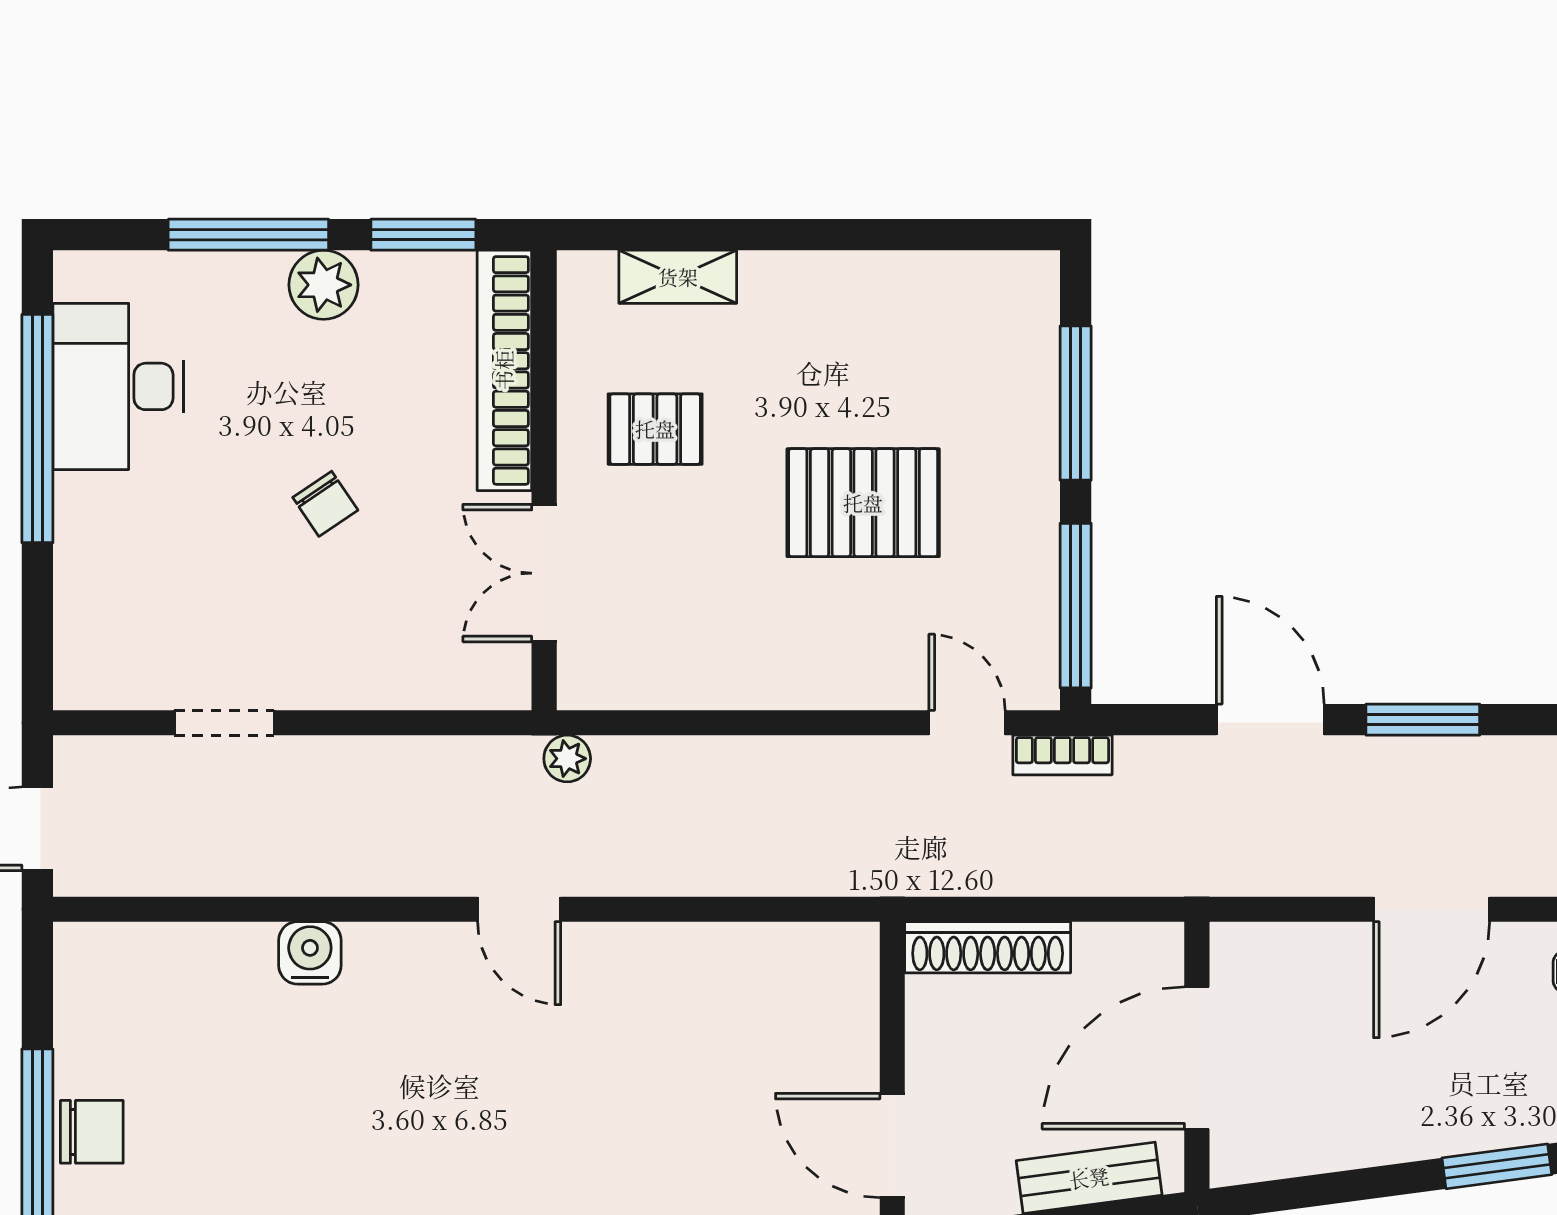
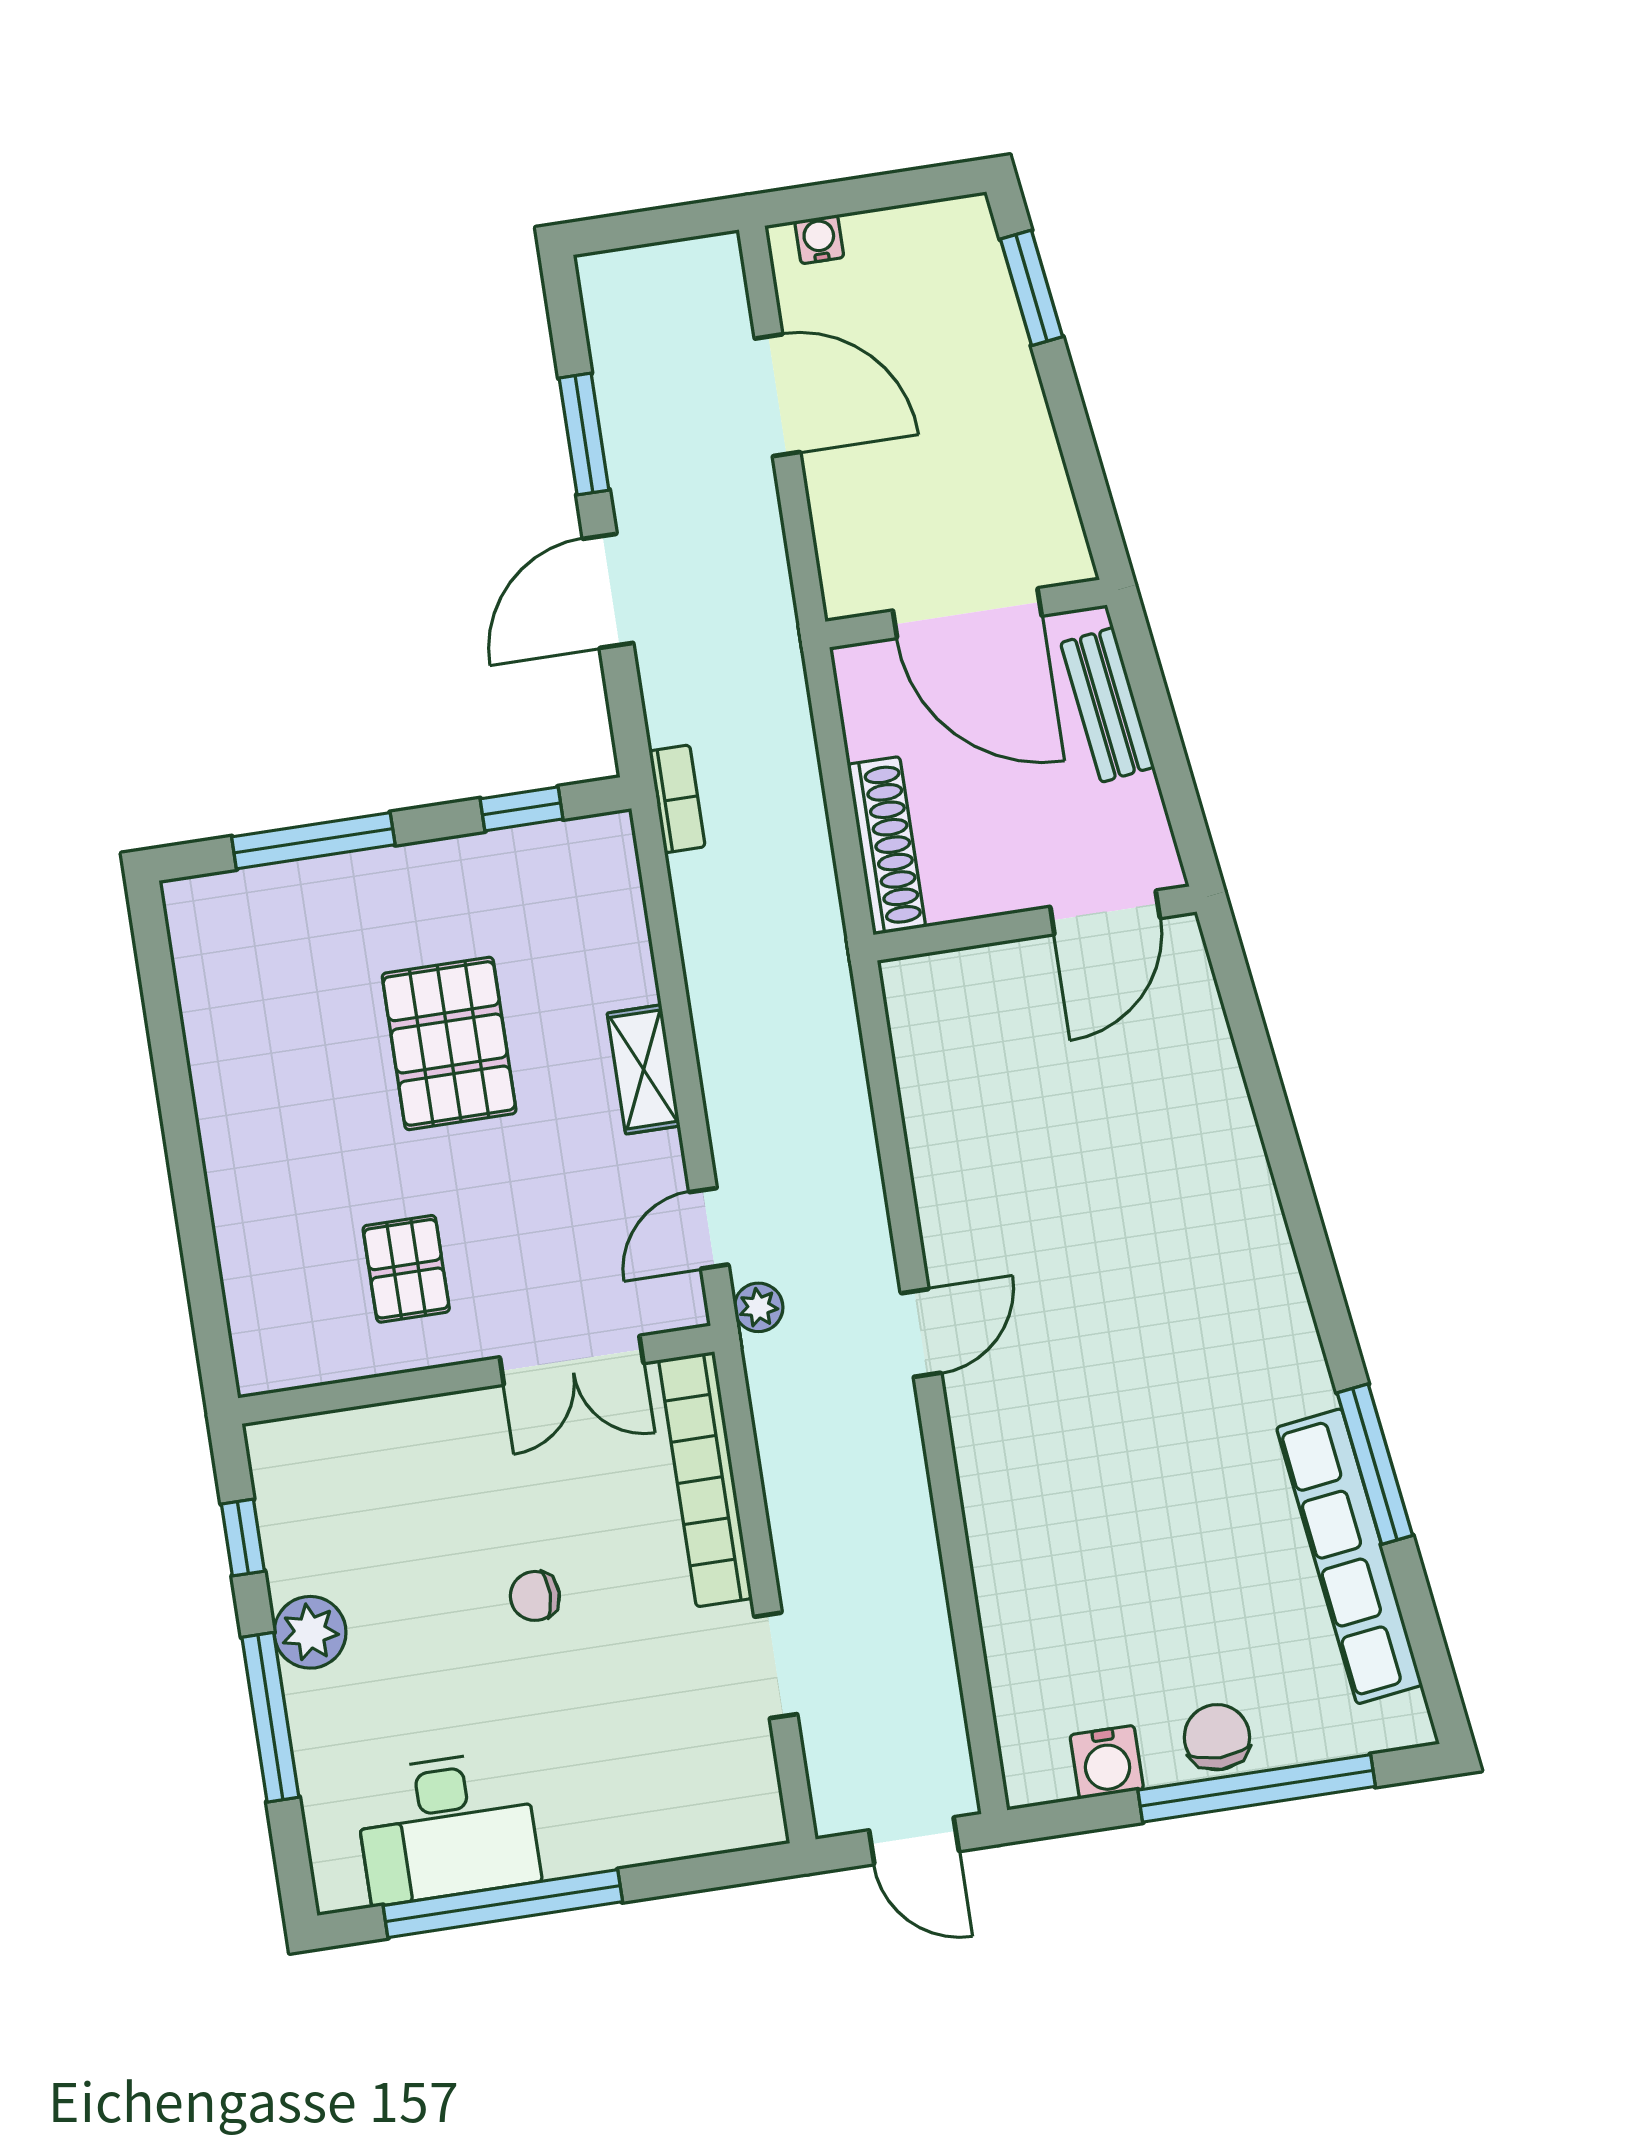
window: (423, 235) -> (243, 1538), width x0.67
shelving: (678, 277) -> (644, 1069), moved
bookcase: (504, 370) -> (705, 1479), moved, turned 90
chair: (325, 504) -> (535, 1596), turned -146
window: (1076, 606) -> (522, 809), width x0.46
door: (967, 723) -> (709, 1228), moved
water cooler: (310, 953) -> (1107, 1762), moved, turned -90

